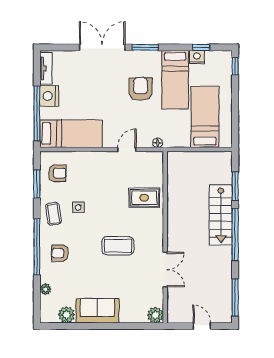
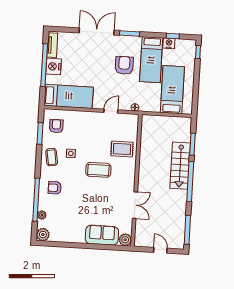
window: (37, 113) -> (44, 65), moved
armchair: (57, 173) -> (56, 126), turned -90
coffee table: (118, 246) -> (98, 170), moved
window: (37, 247) -> (36, 200), moved
sofa: (97, 311) -> (102, 235), moved
plant: (66, 315) -> (43, 235), moved

